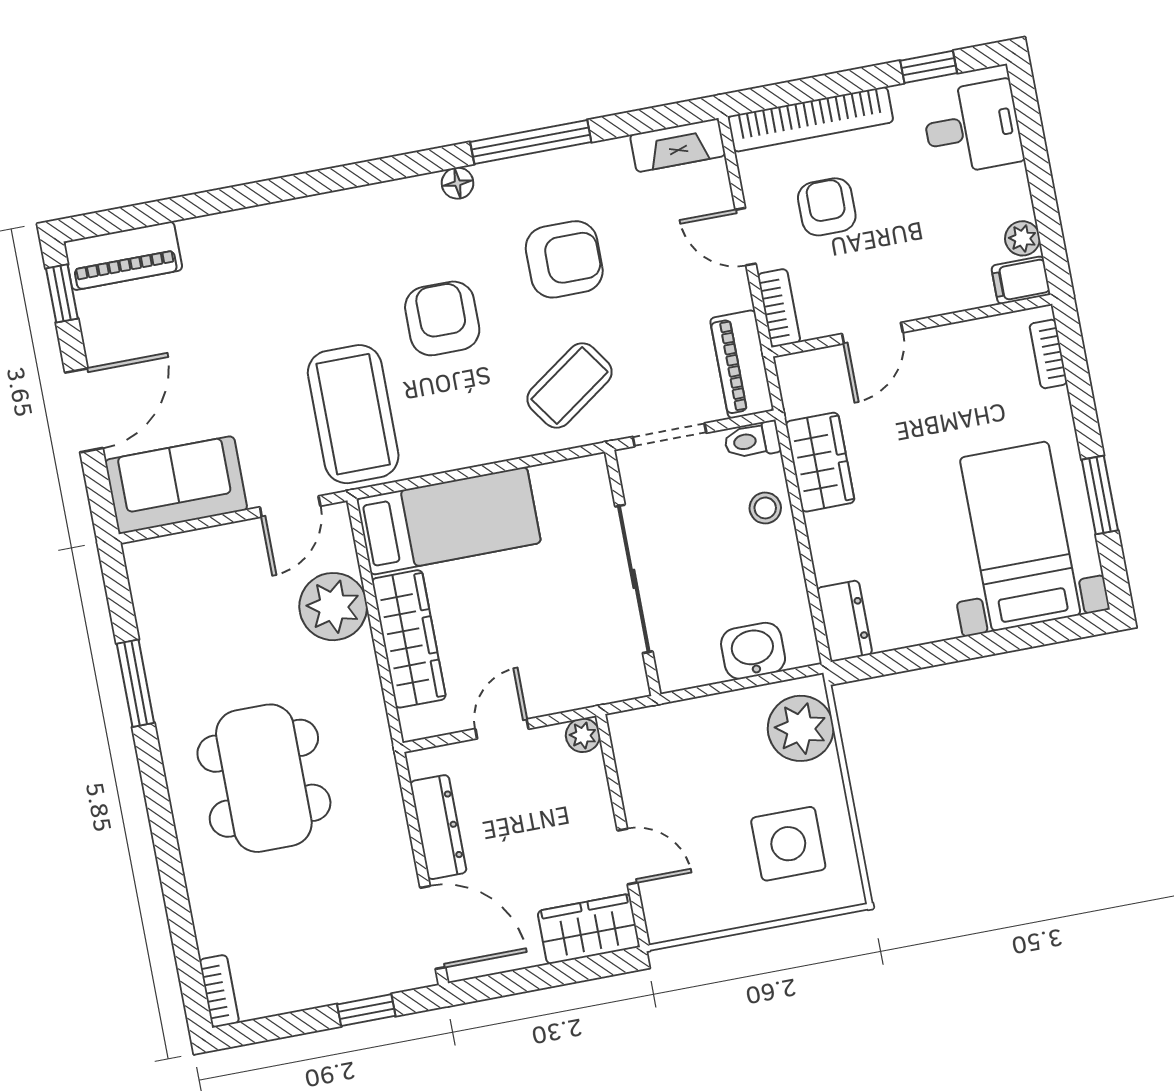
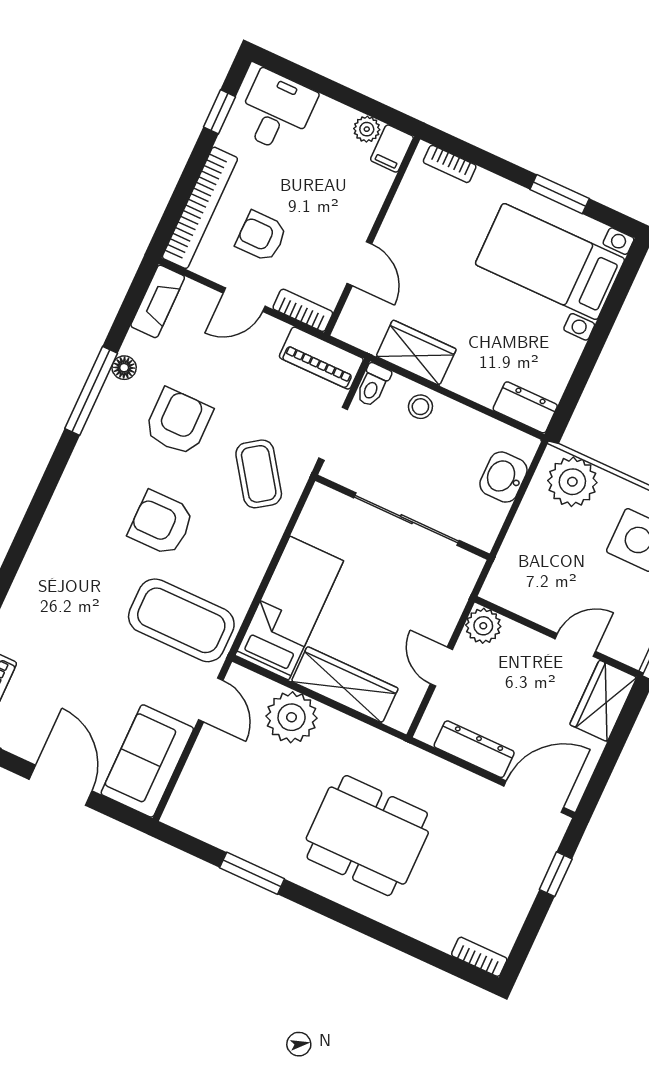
floor lamp: (457, 183) -> (124, 368), moved
plant: (583, 735) -> (483, 626), width x1.38, depth x1.38

